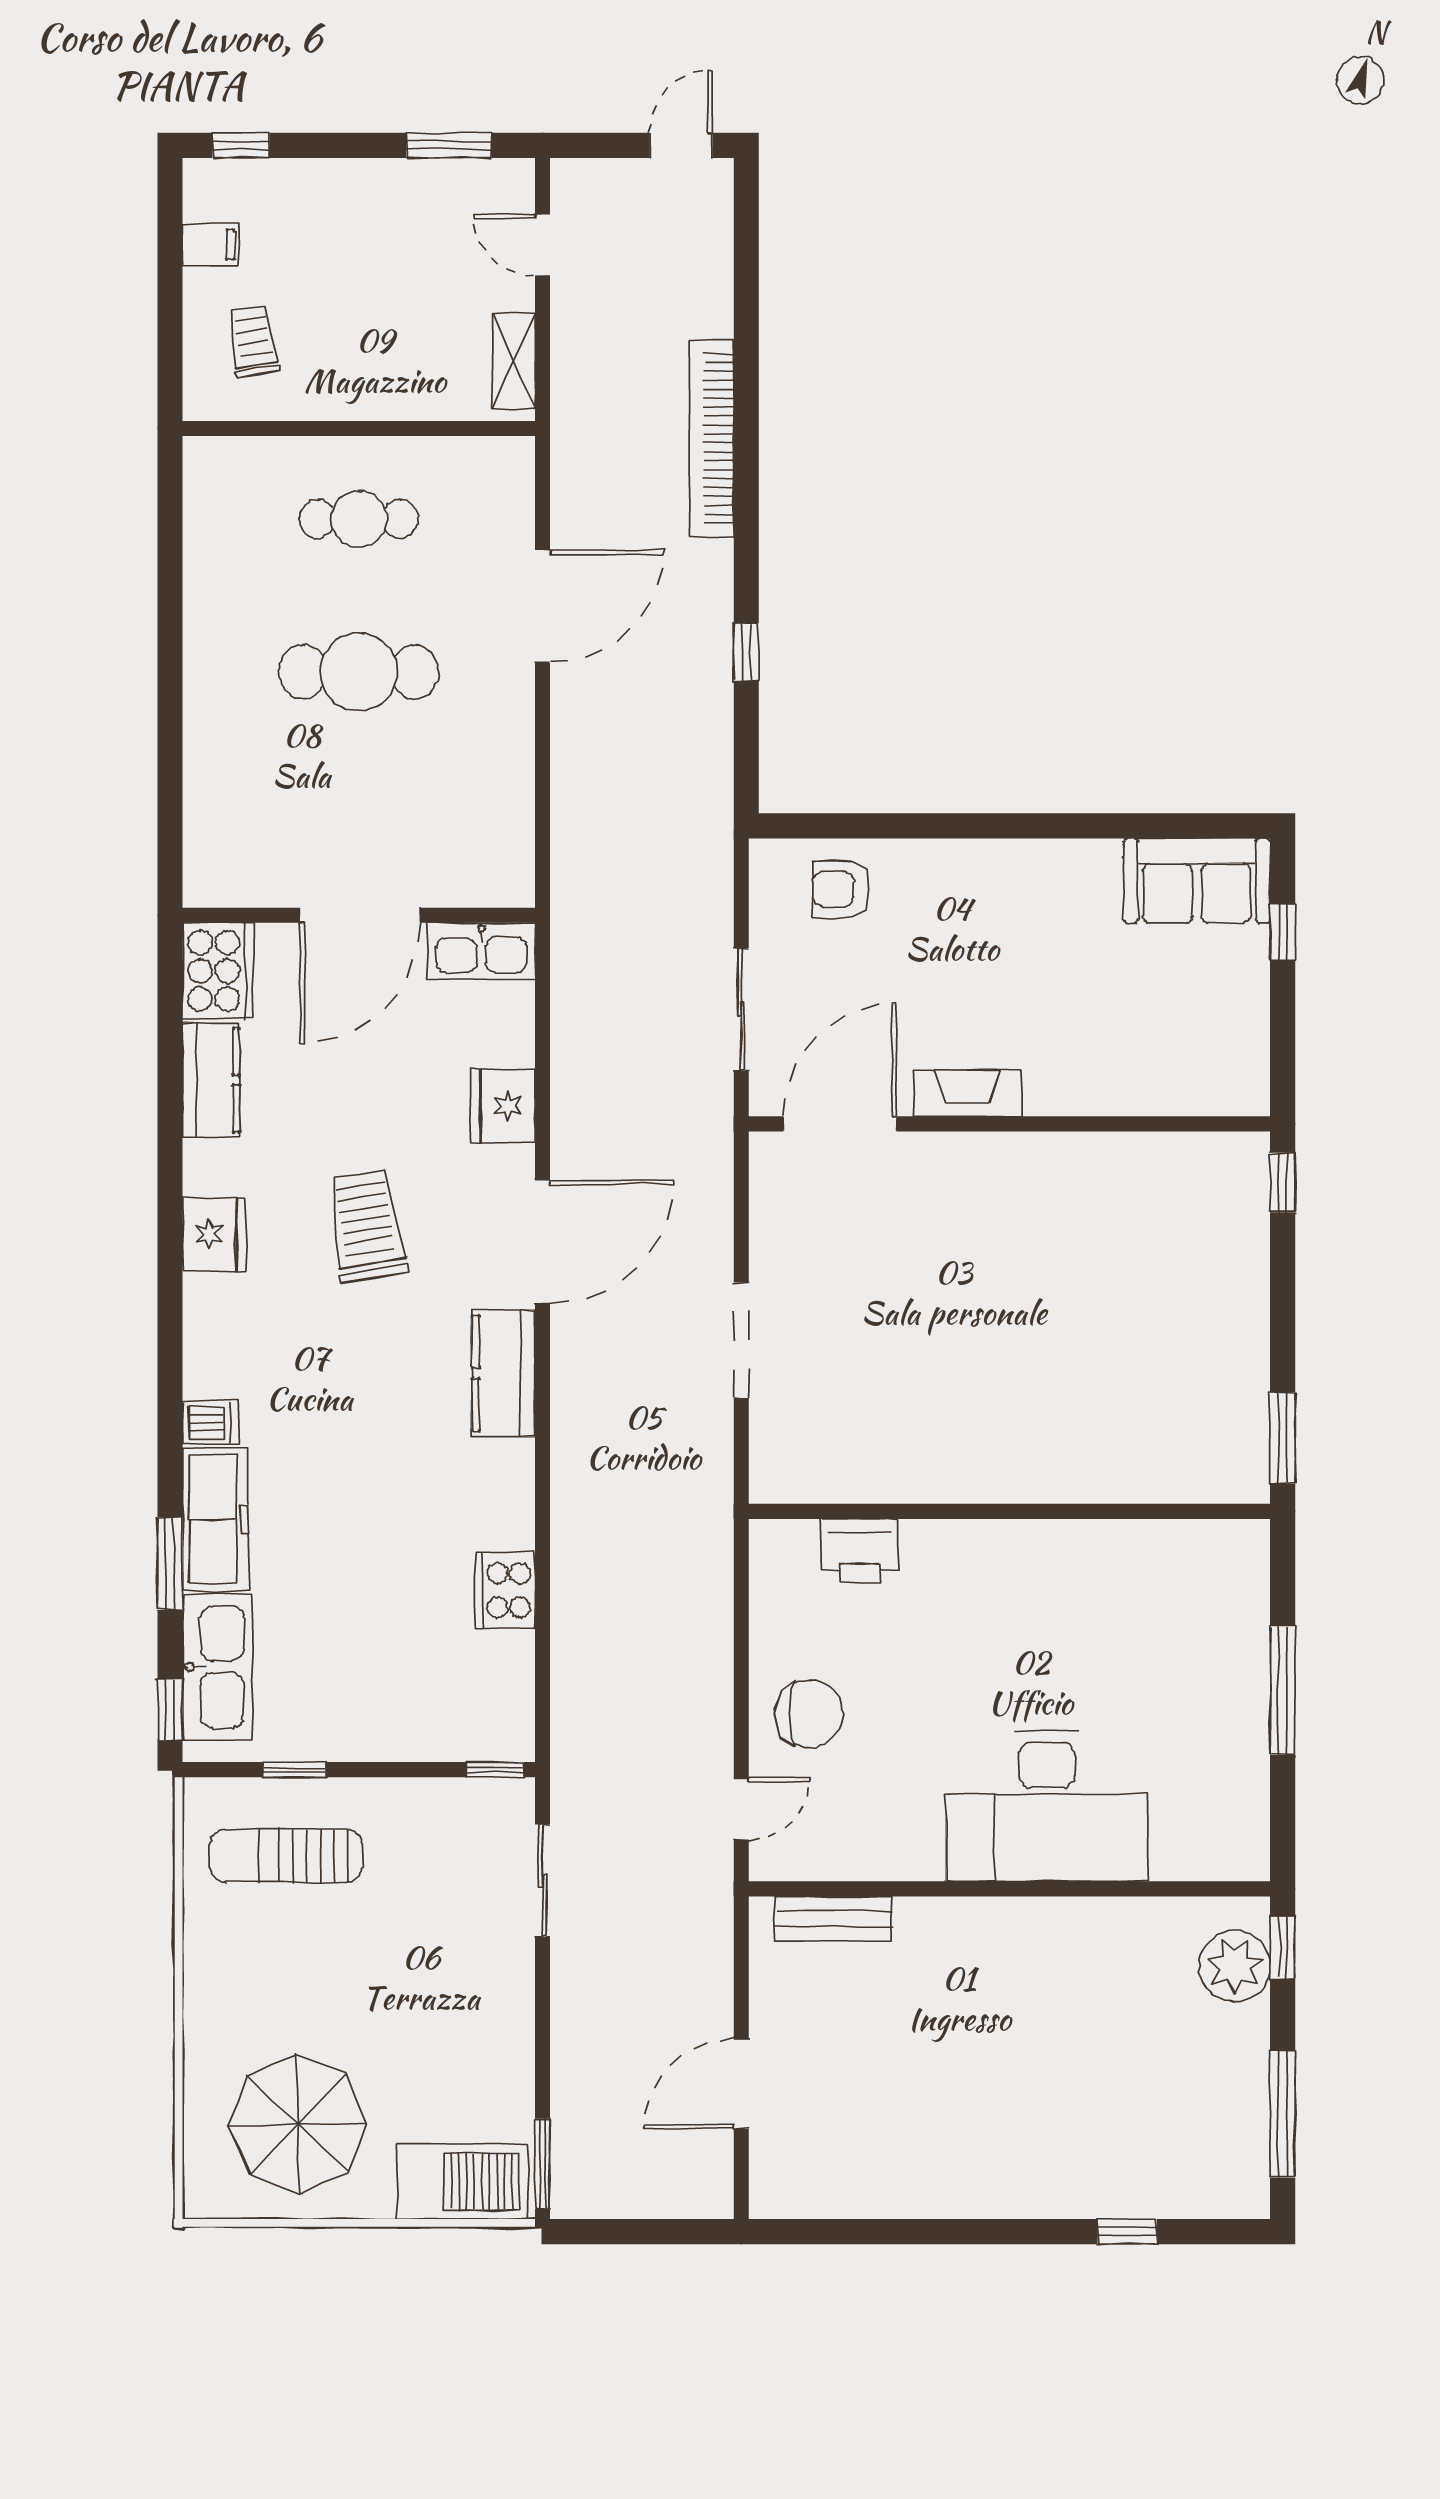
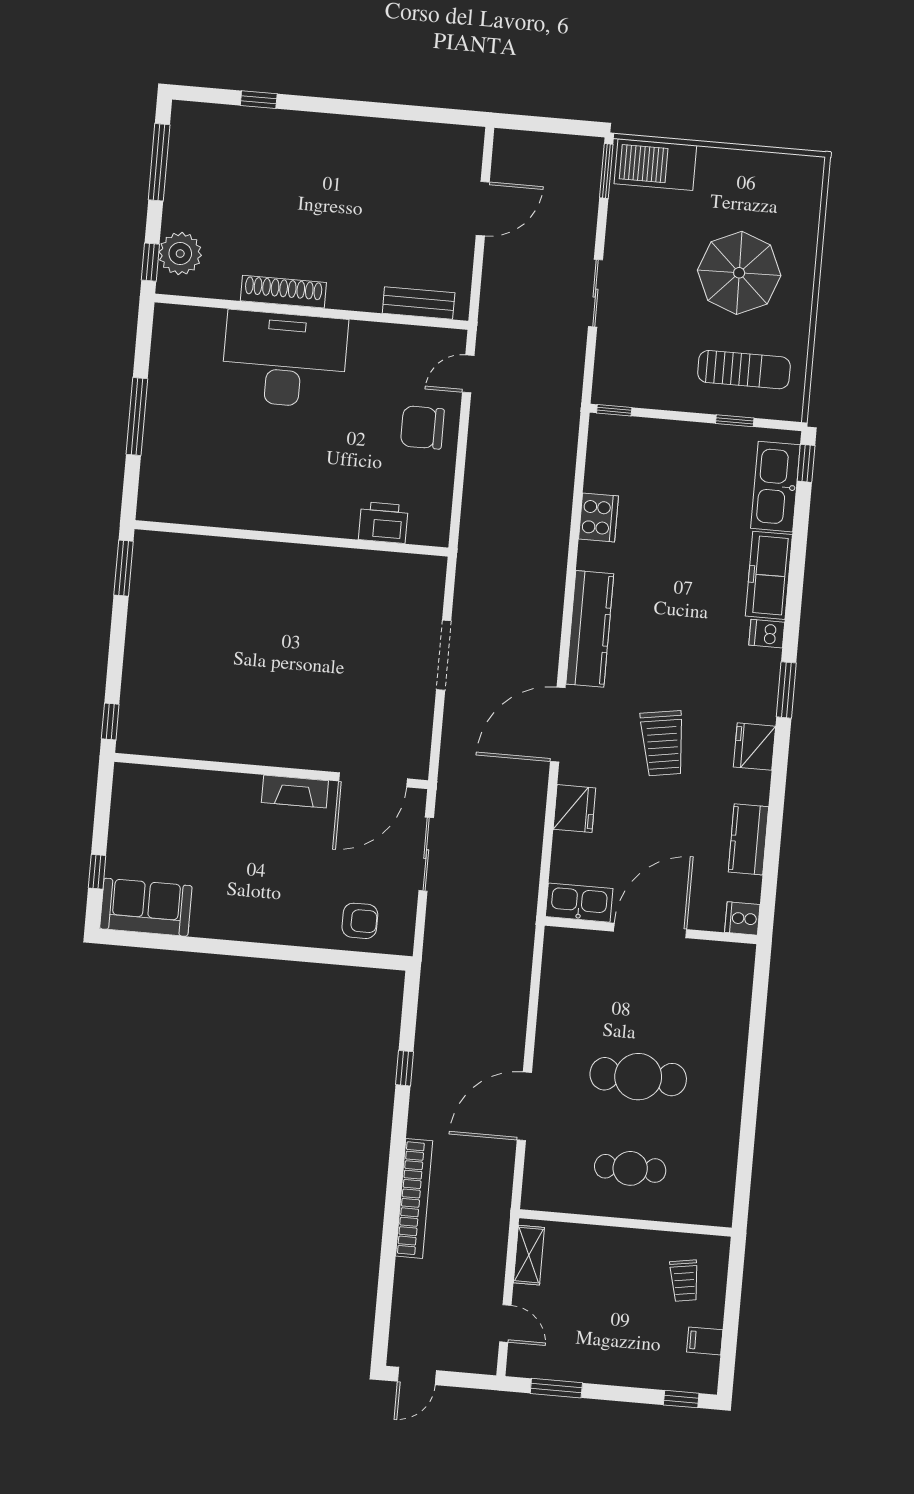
cooker: (218, 971) -> (742, 918), width x0.53, depth x0.76
kitchen counter: (504, 1373) -> (590, 629), width x1.50
window: (170, 1564) -> (786, 690), moved
sliding door: (543, 1880) -> (596, 293), moved
shoe rack: (1059, 1918) -> (283, 292), added
parasol: (298, 2124) -> (739, 273), moved

